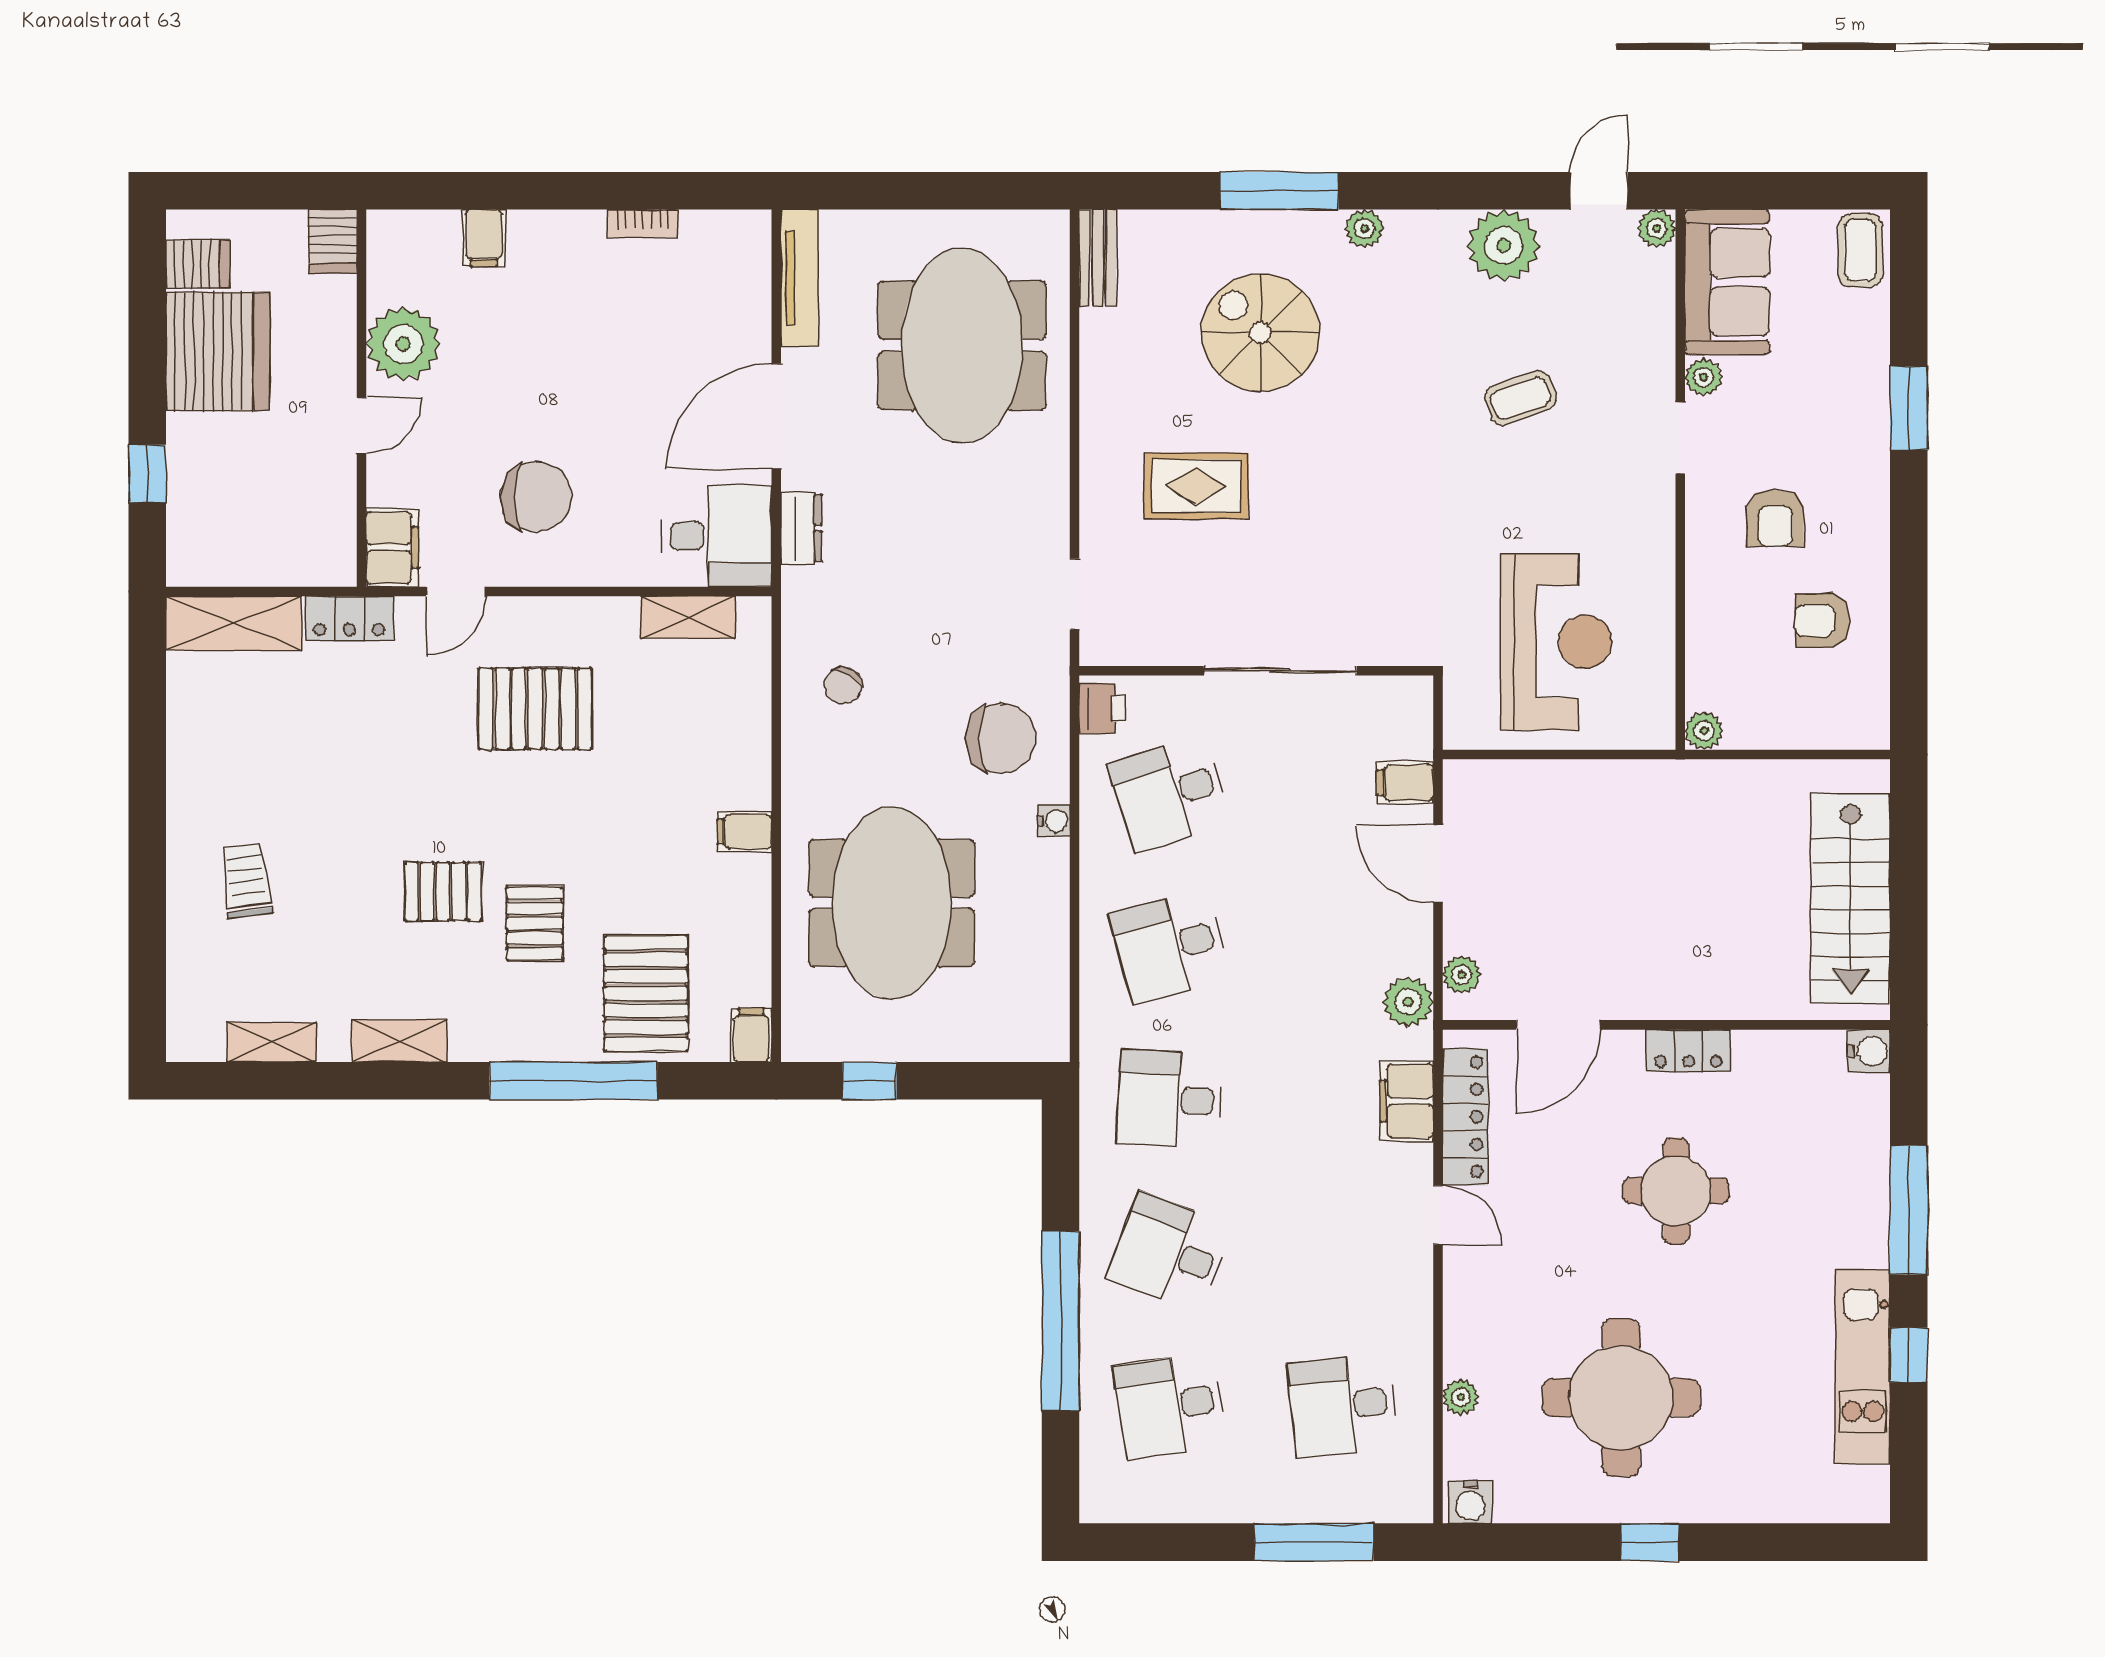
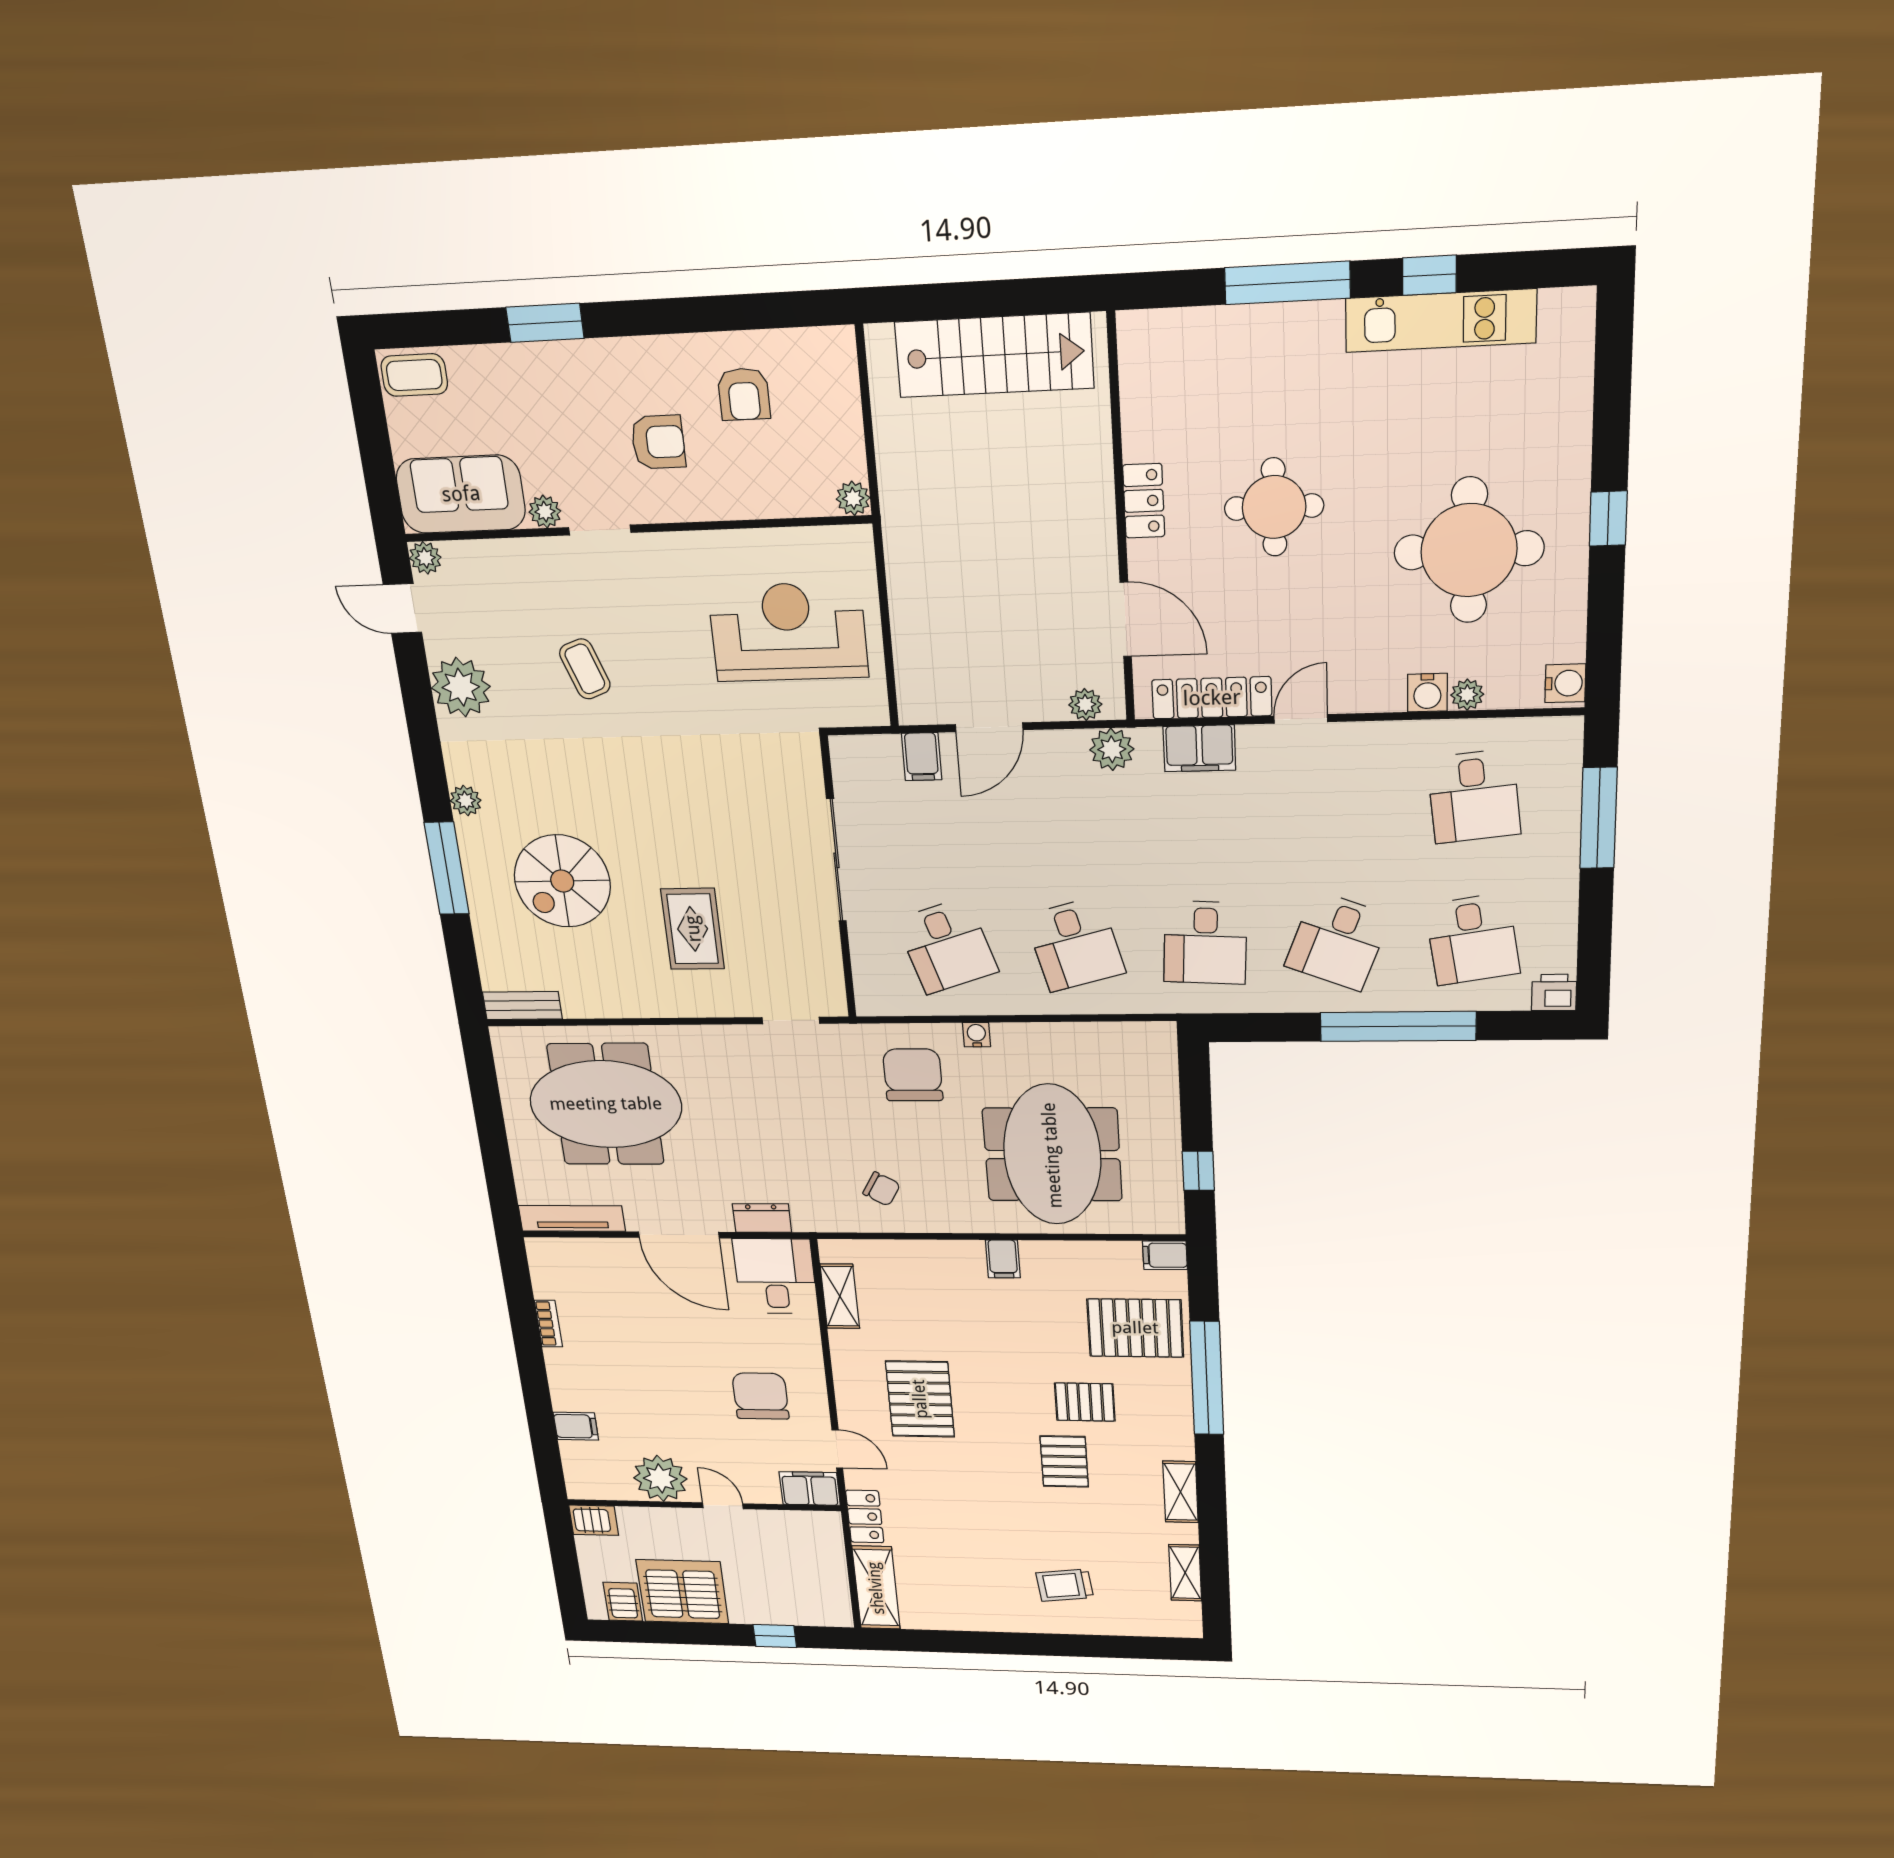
printer: (1102, 709) -> (1554, 993), moved
meeting table: (892, 903) -> (1052, 1155), turned 90
water cooler: (1869, 1051) -> (1427, 693), moved, turned 180

